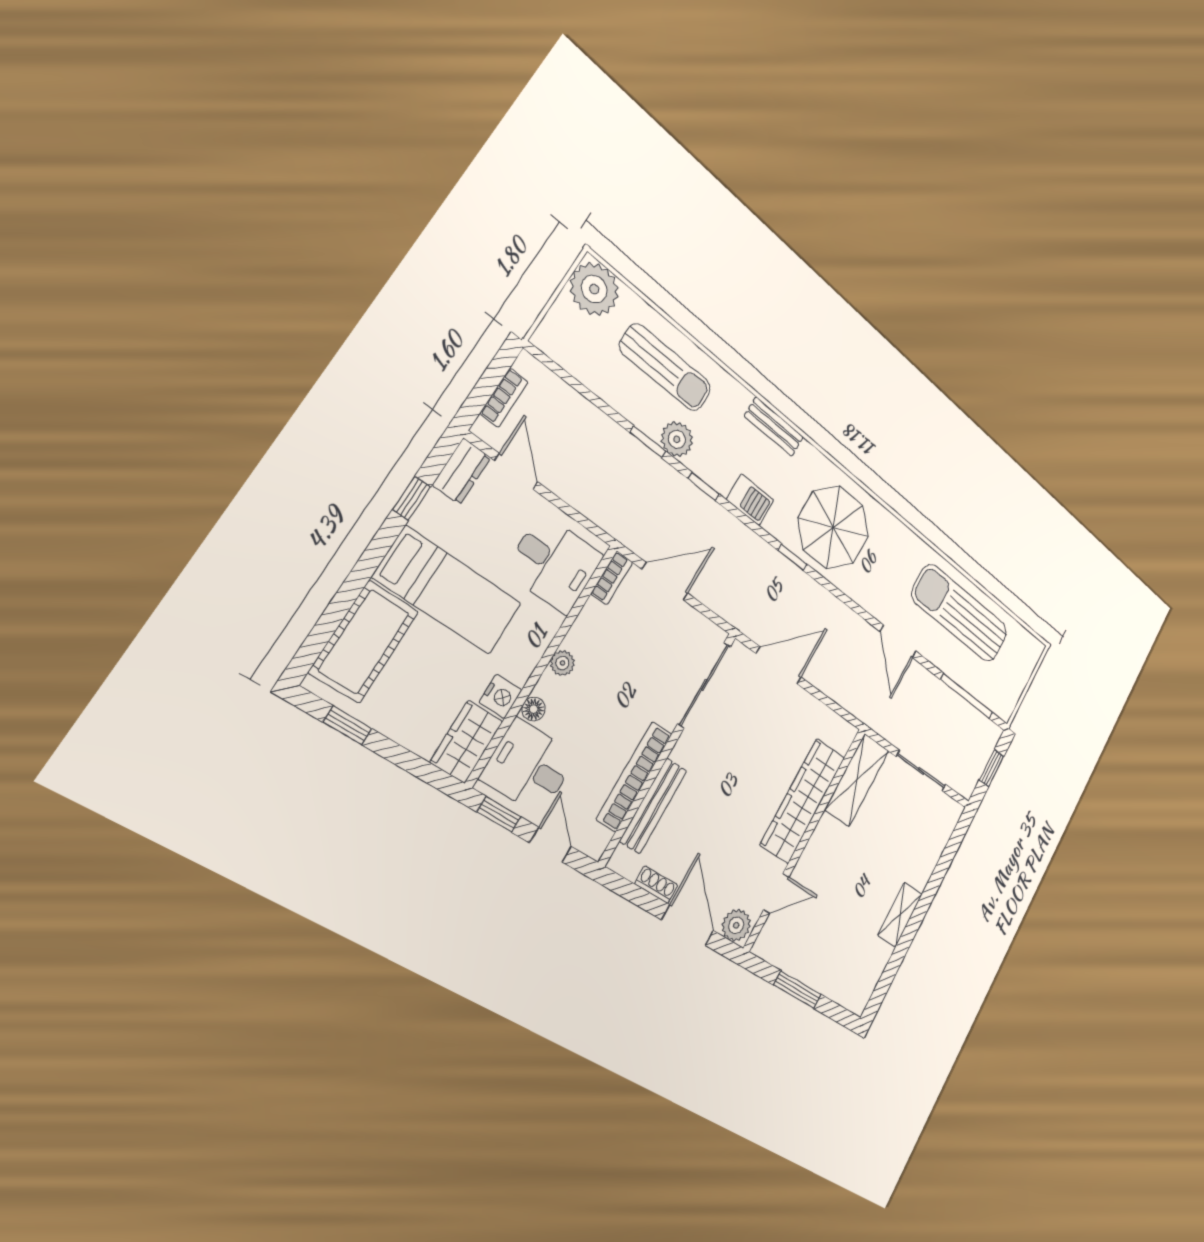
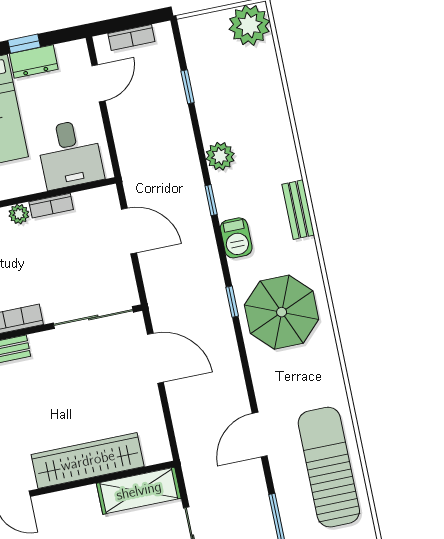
sun lounger: (666, 368) -> (254, 108), removed
window: (648, 442) -> (188, 87), moved
dresser: (461, 471) -> (34, 61), moved
bookcase: (612, 578) -> (51, 206), moved

